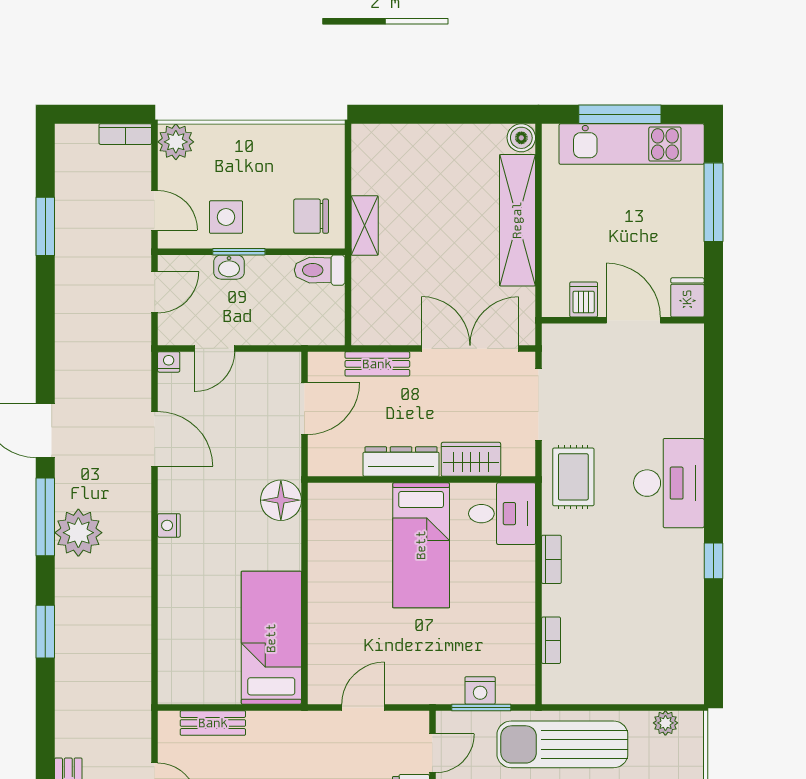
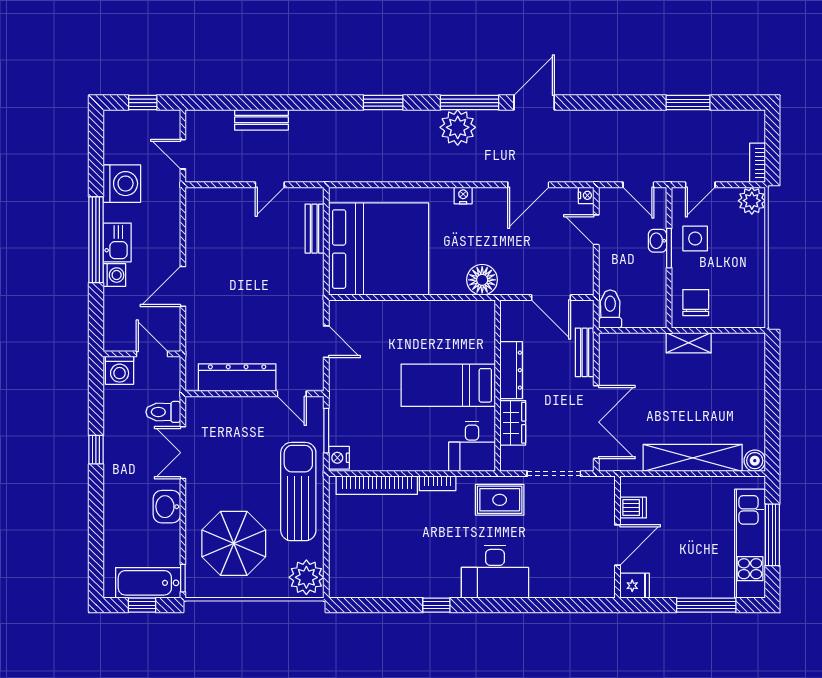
toilet: (320, 270) -> (610, 309), moved
bed: (271, 638) -> (379, 249), width x2.04
bookcase: (551, 640) -> (377, 485), width x2.31, depth x1.31
nightstand: (480, 690) -> (339, 458), moved
plant: (665, 723) -> (306, 577), width x1.87, depth x1.87

